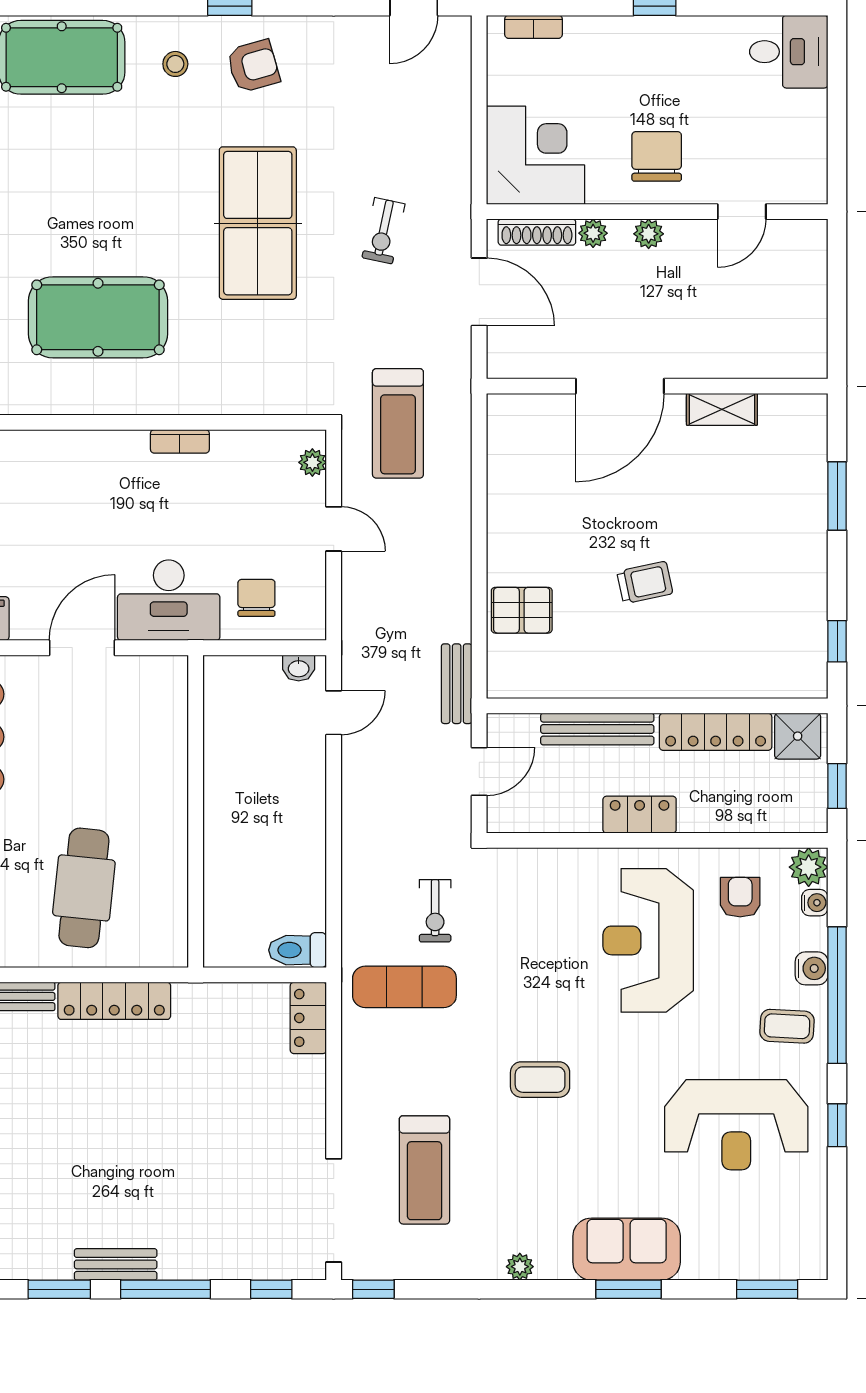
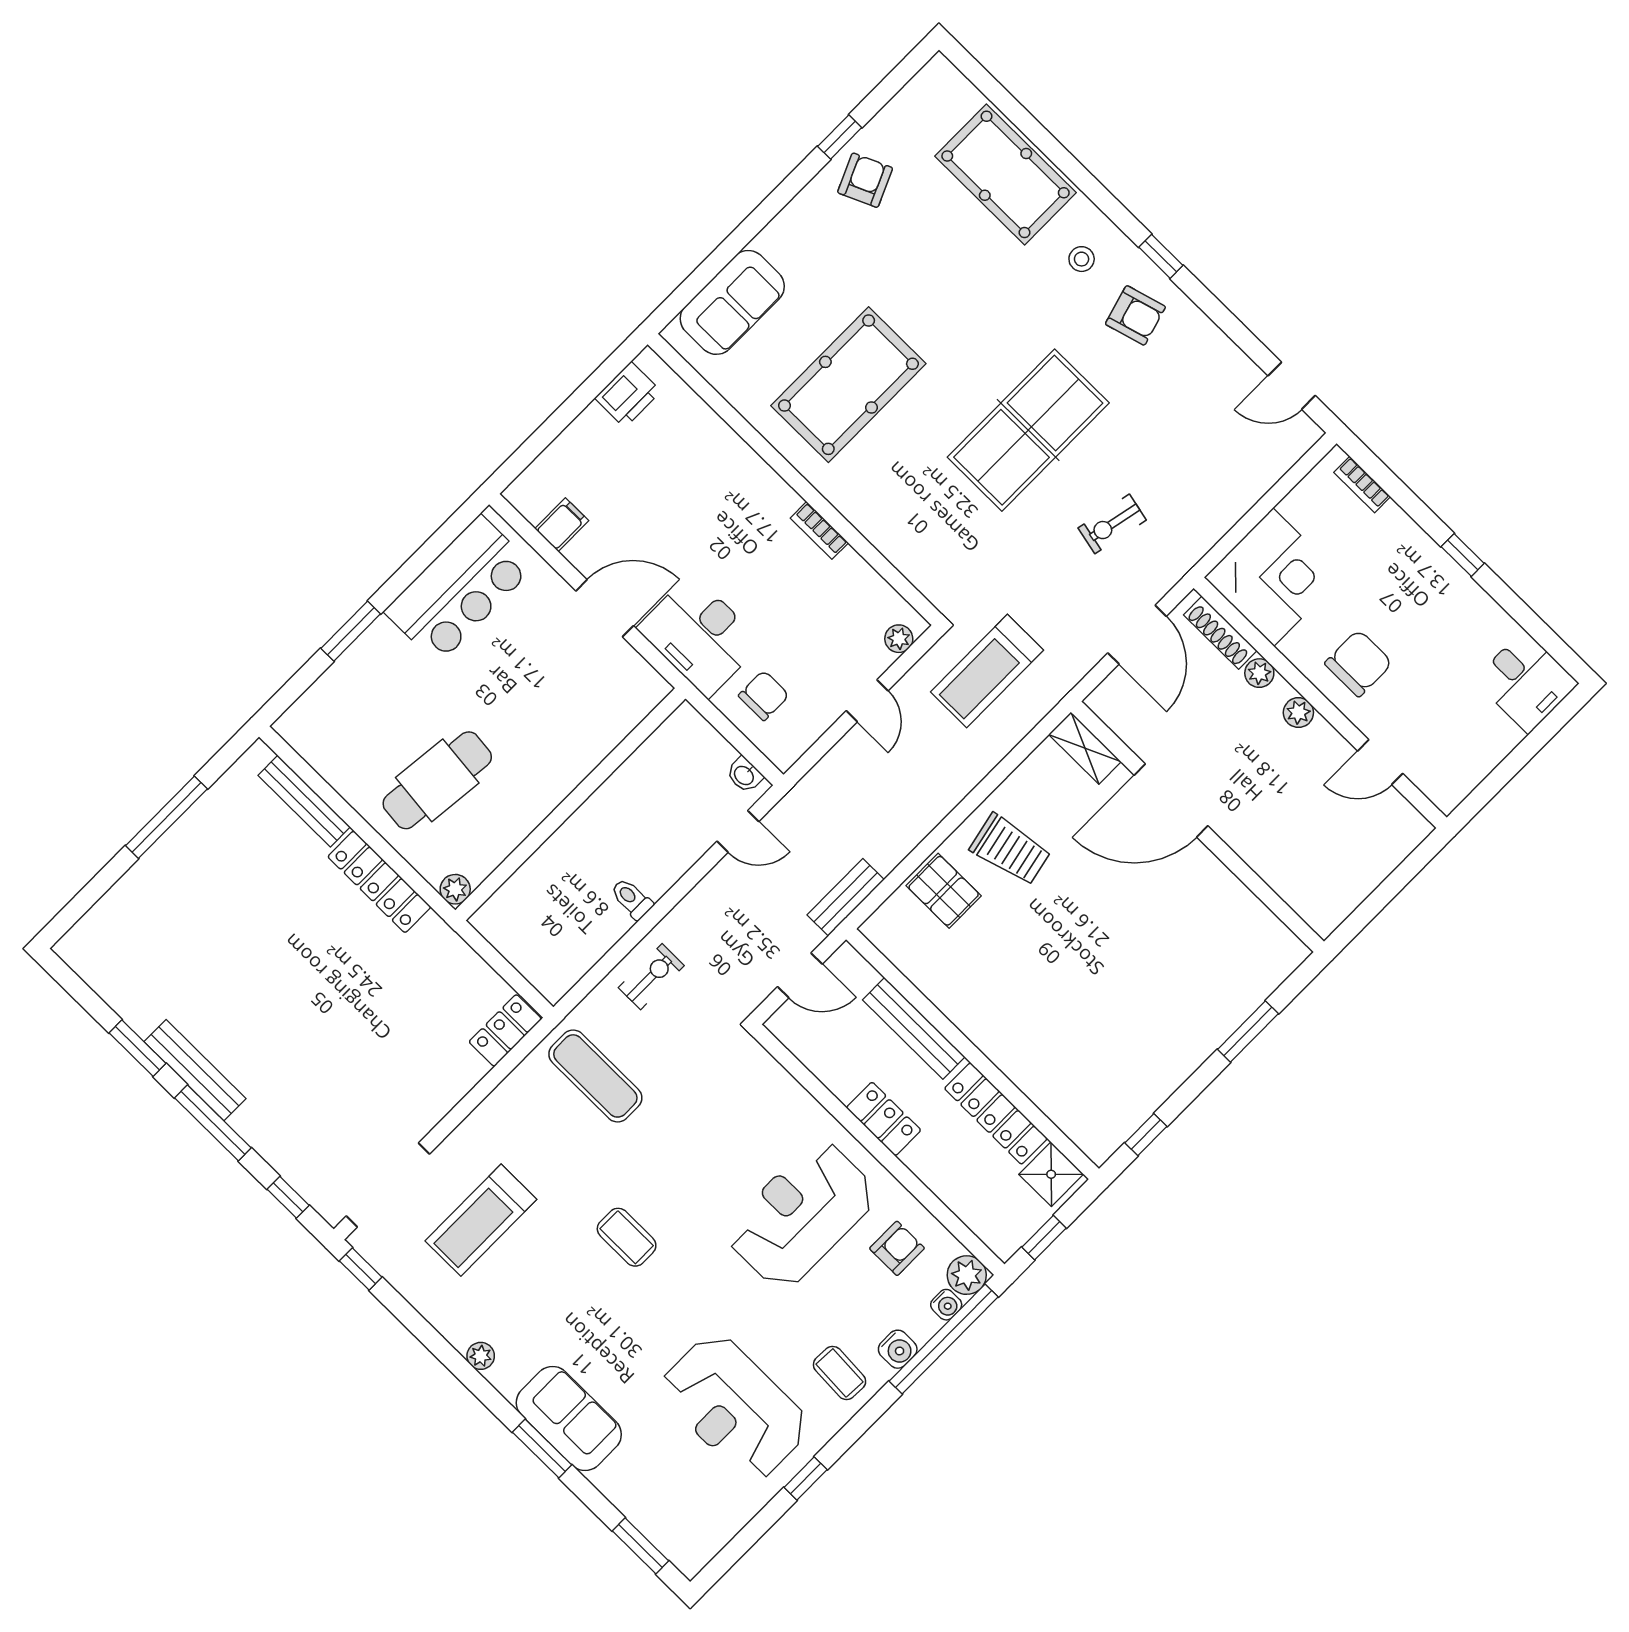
pool table: (98, 317) -> (848, 385), turned 90
shelving: (722, 409) -> (1085, 748), moved
trolley: (645, 583) -> (1010, 850), moved, width x1.36, depth x1.39
exercise bike: (435, 911) -> (651, 977), moved, turned 180
toilet: (298, 950) -> (632, 899), moved, width x0.73, depth x0.72
plant: (173, 953) -> (455, 889), added
window: (837, 995) -> (944, 1339), moved
bench: (116, 1264) -> (195, 1070), width x1.36

